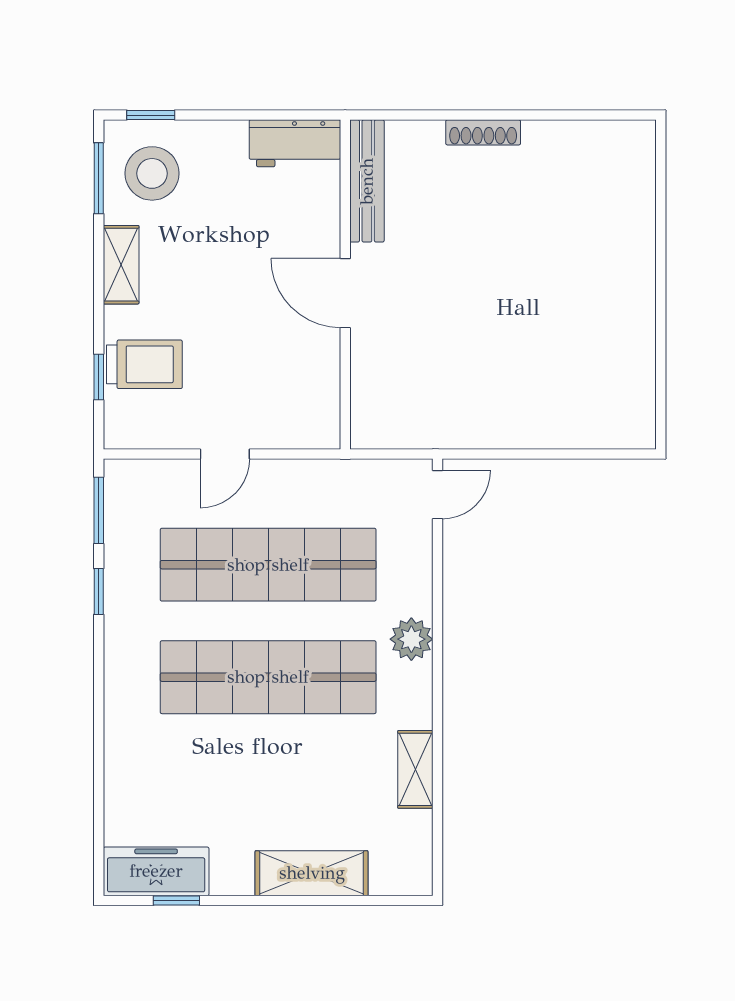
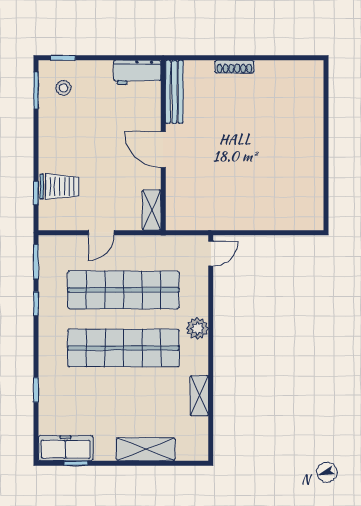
stool: (152, 173) -> (63, 88), width x0.53, depth x0.53
shelving: (121, 265) -> (152, 210), moved
window: (99, 758) -> (36, 390), added

